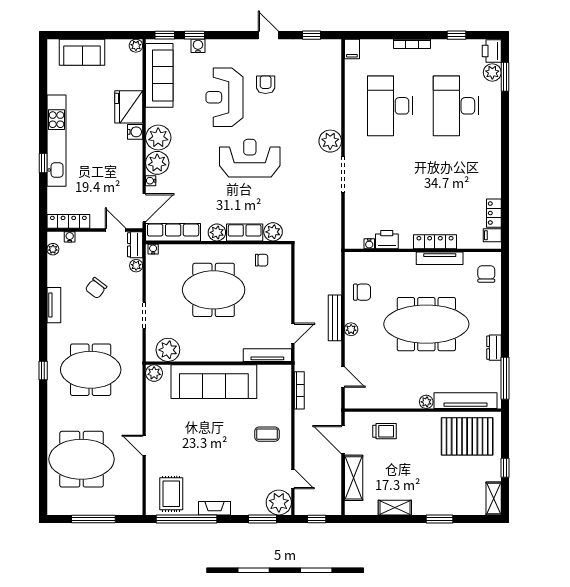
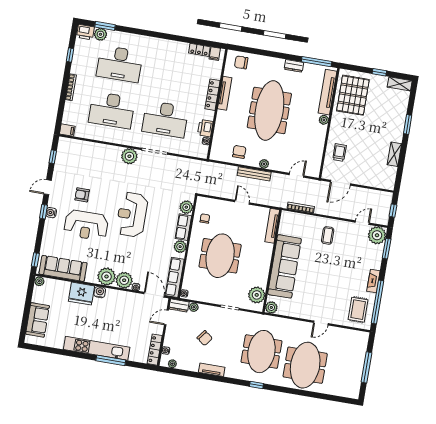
window: (195, 35) -> (44, 212), moved
water cooler: (198, 46) -> (51, 213), moved
window: (43, 163) -> (111, 360), width x2.17
desk: (390, 182) -> (165, 119), added
door: (293, 333) -> (242, 202), moved
meeting table: (82, 459) -> (305, 365), moved
shelving: (354, 478) -> (369, 180), removed
rug: (171, 494) -> (358, 310), turned 90

